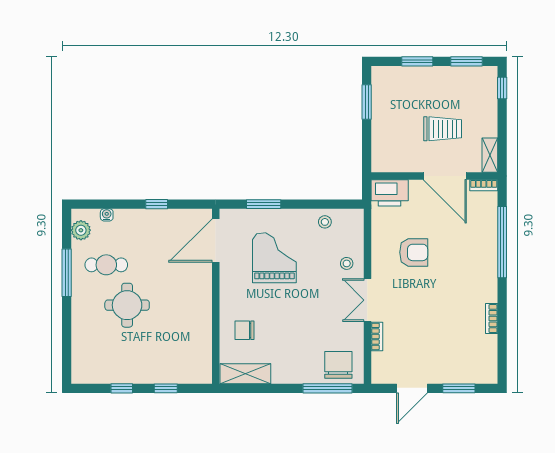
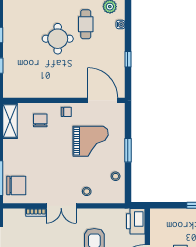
window: (264, 204) -> (128, 150), moved
chair: (232, 293) -> (66, 112), added
double door: (367, 300) -> (61, 206), swing flipped

